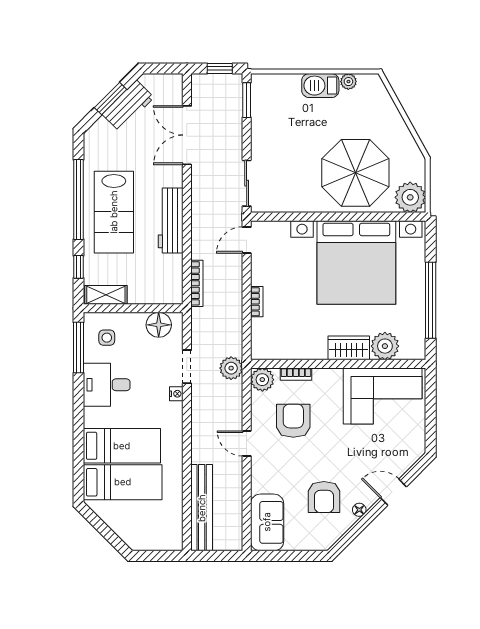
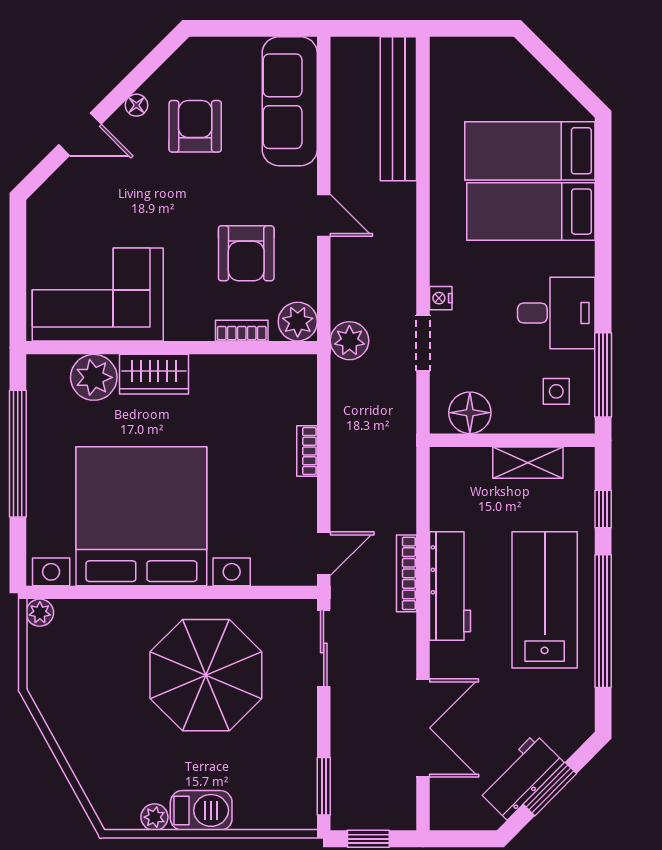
parasol: (355, 173) -> (206, 675), moved
plant: (410, 197) -> (40, 613), width x0.53, depth x0.53
bookcase: (197, 283) -> (406, 573), moved
shelving: (106, 295) -> (528, 463), moved
sofa: (267, 522) -> (290, 101), width x1.36

